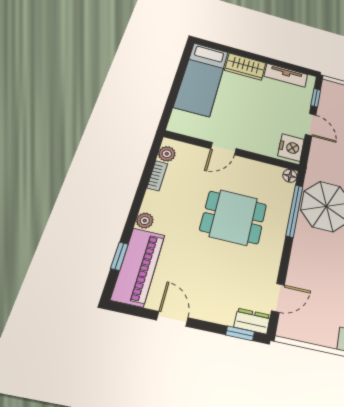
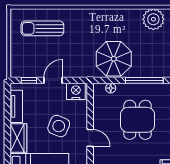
side table: (249, 115) -> (59, 126), added
floor lamp: (290, 176) -> (111, 88), moved
window: (294, 211) -> (144, 80), moved

